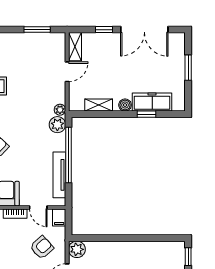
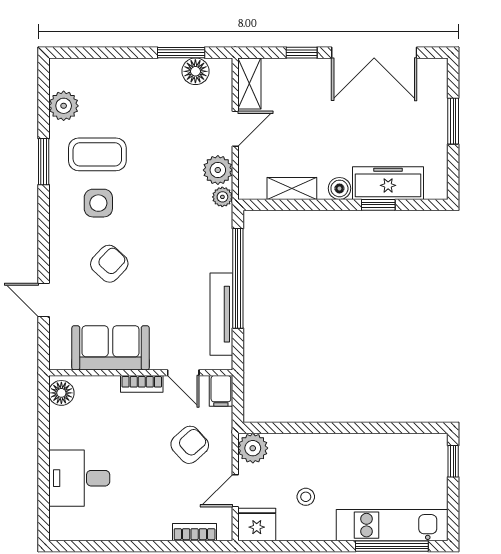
floor lamp: (45, 40) -> (195, 71), added
plant: (57, 125) -> (218, 170), moved

